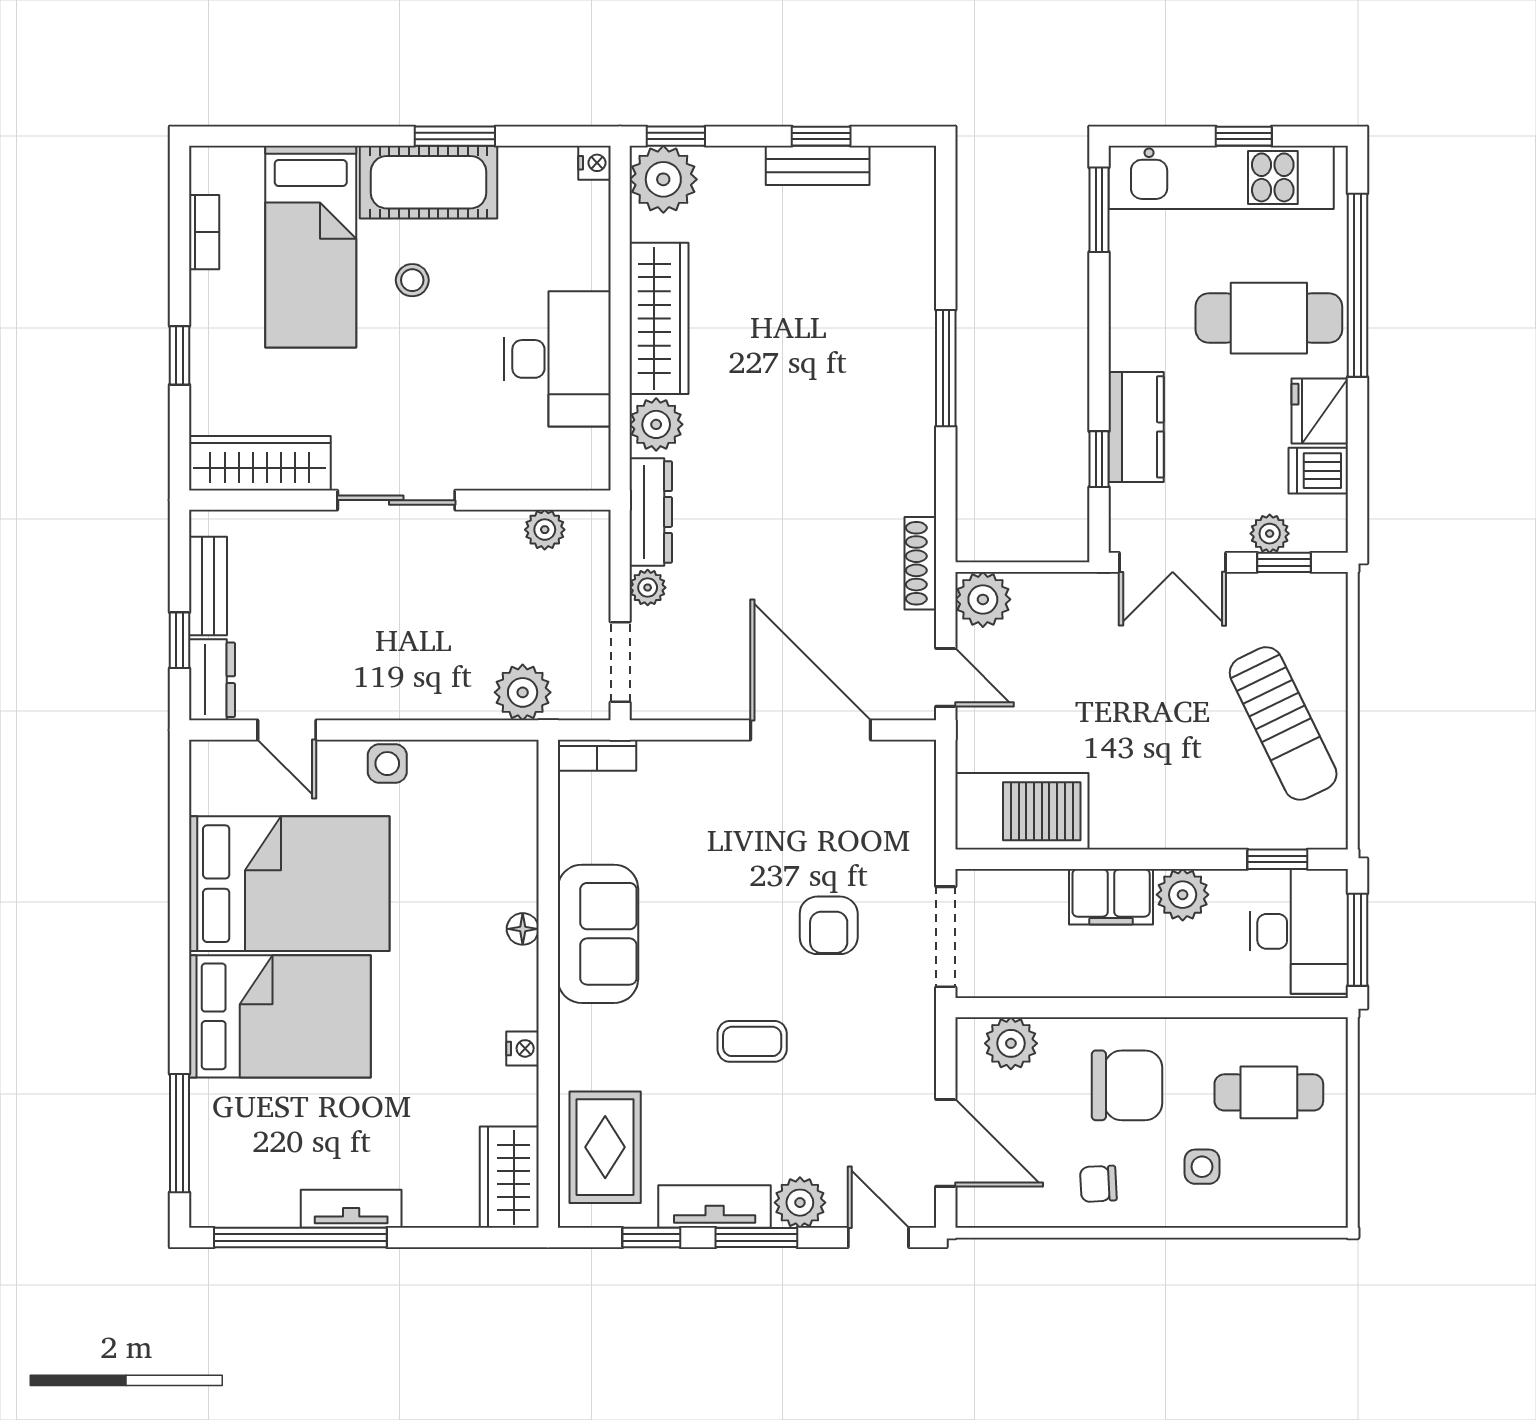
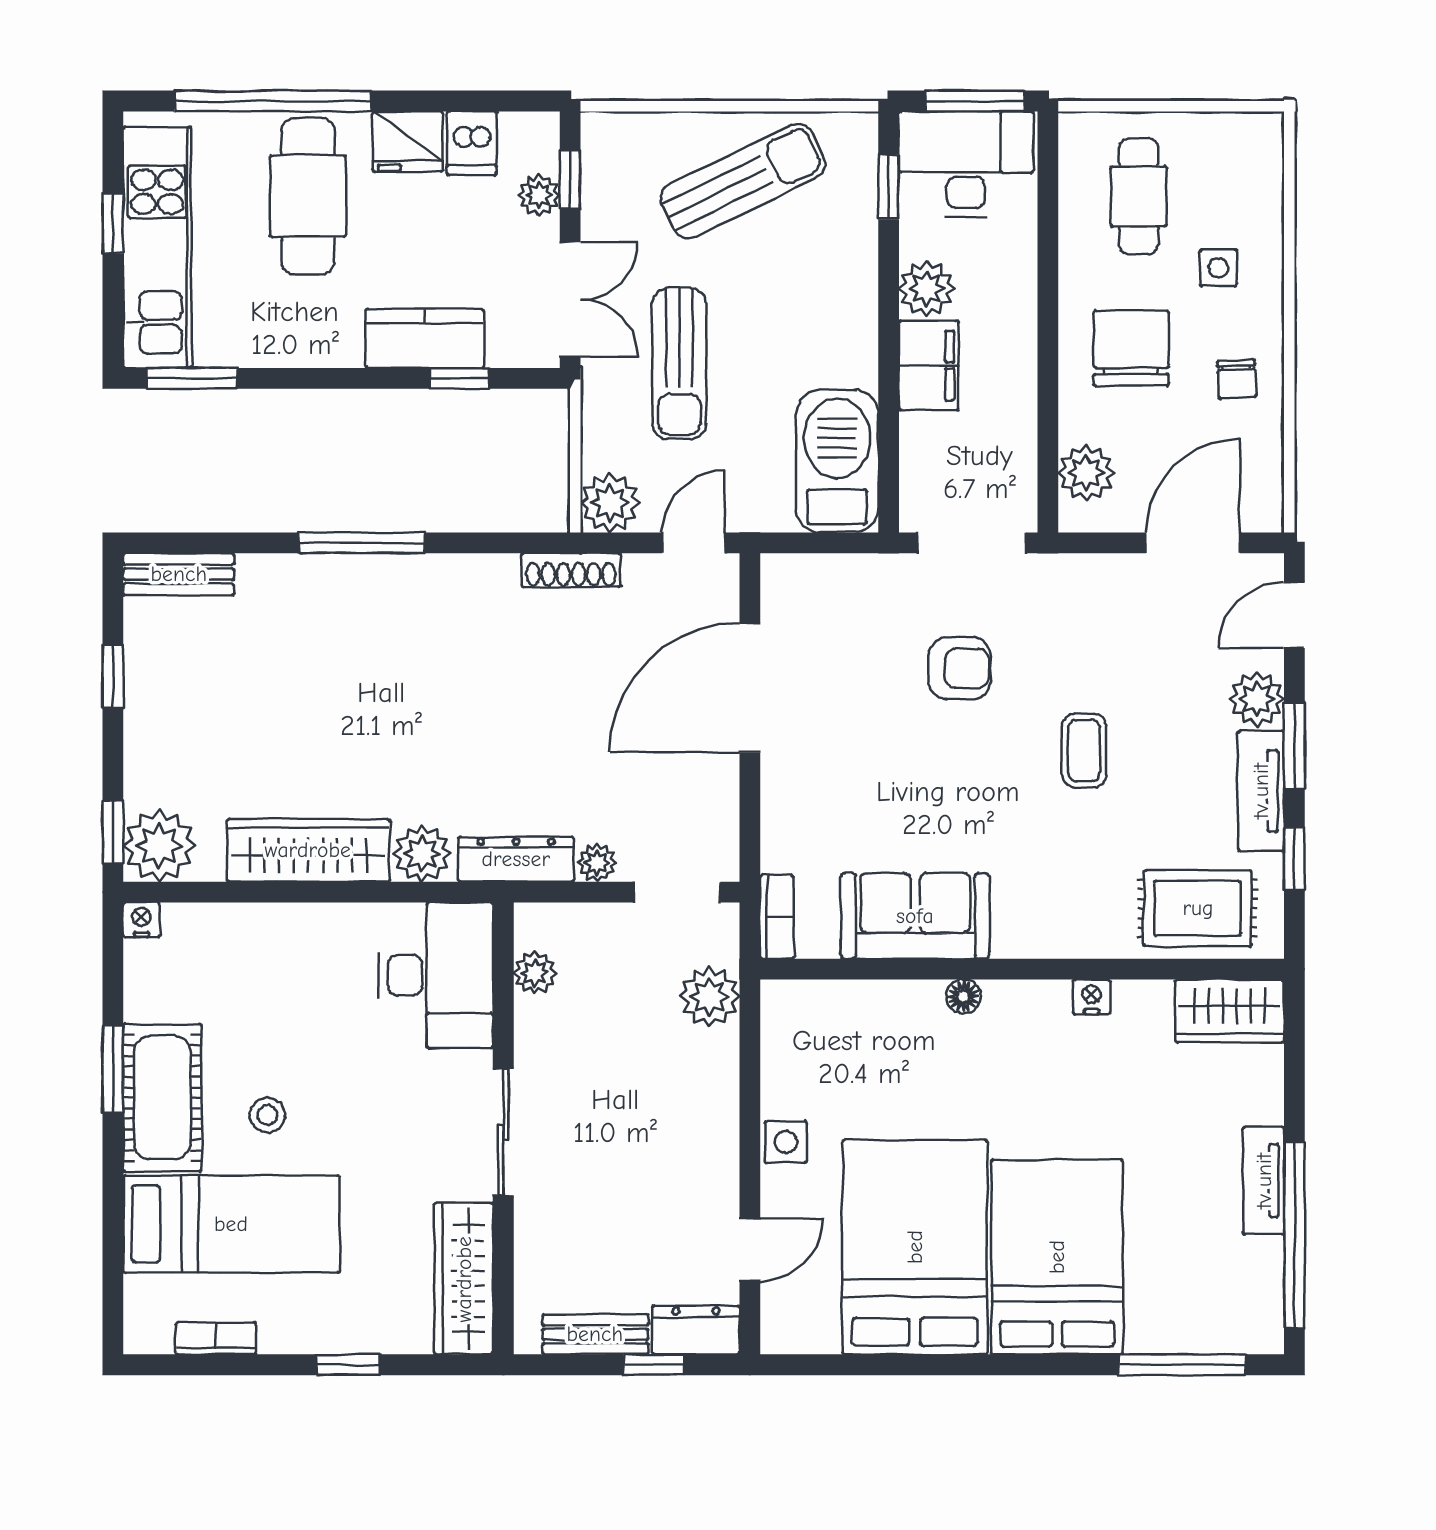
bench: (818, 165) -> (179, 574), moved, turned 90
desk: (557, 359) -> (436, 975), moved, turned 90
sun lounger: (1113, 664) -> (679, 363), added
sofa: (598, 934) -> (915, 916), moved

